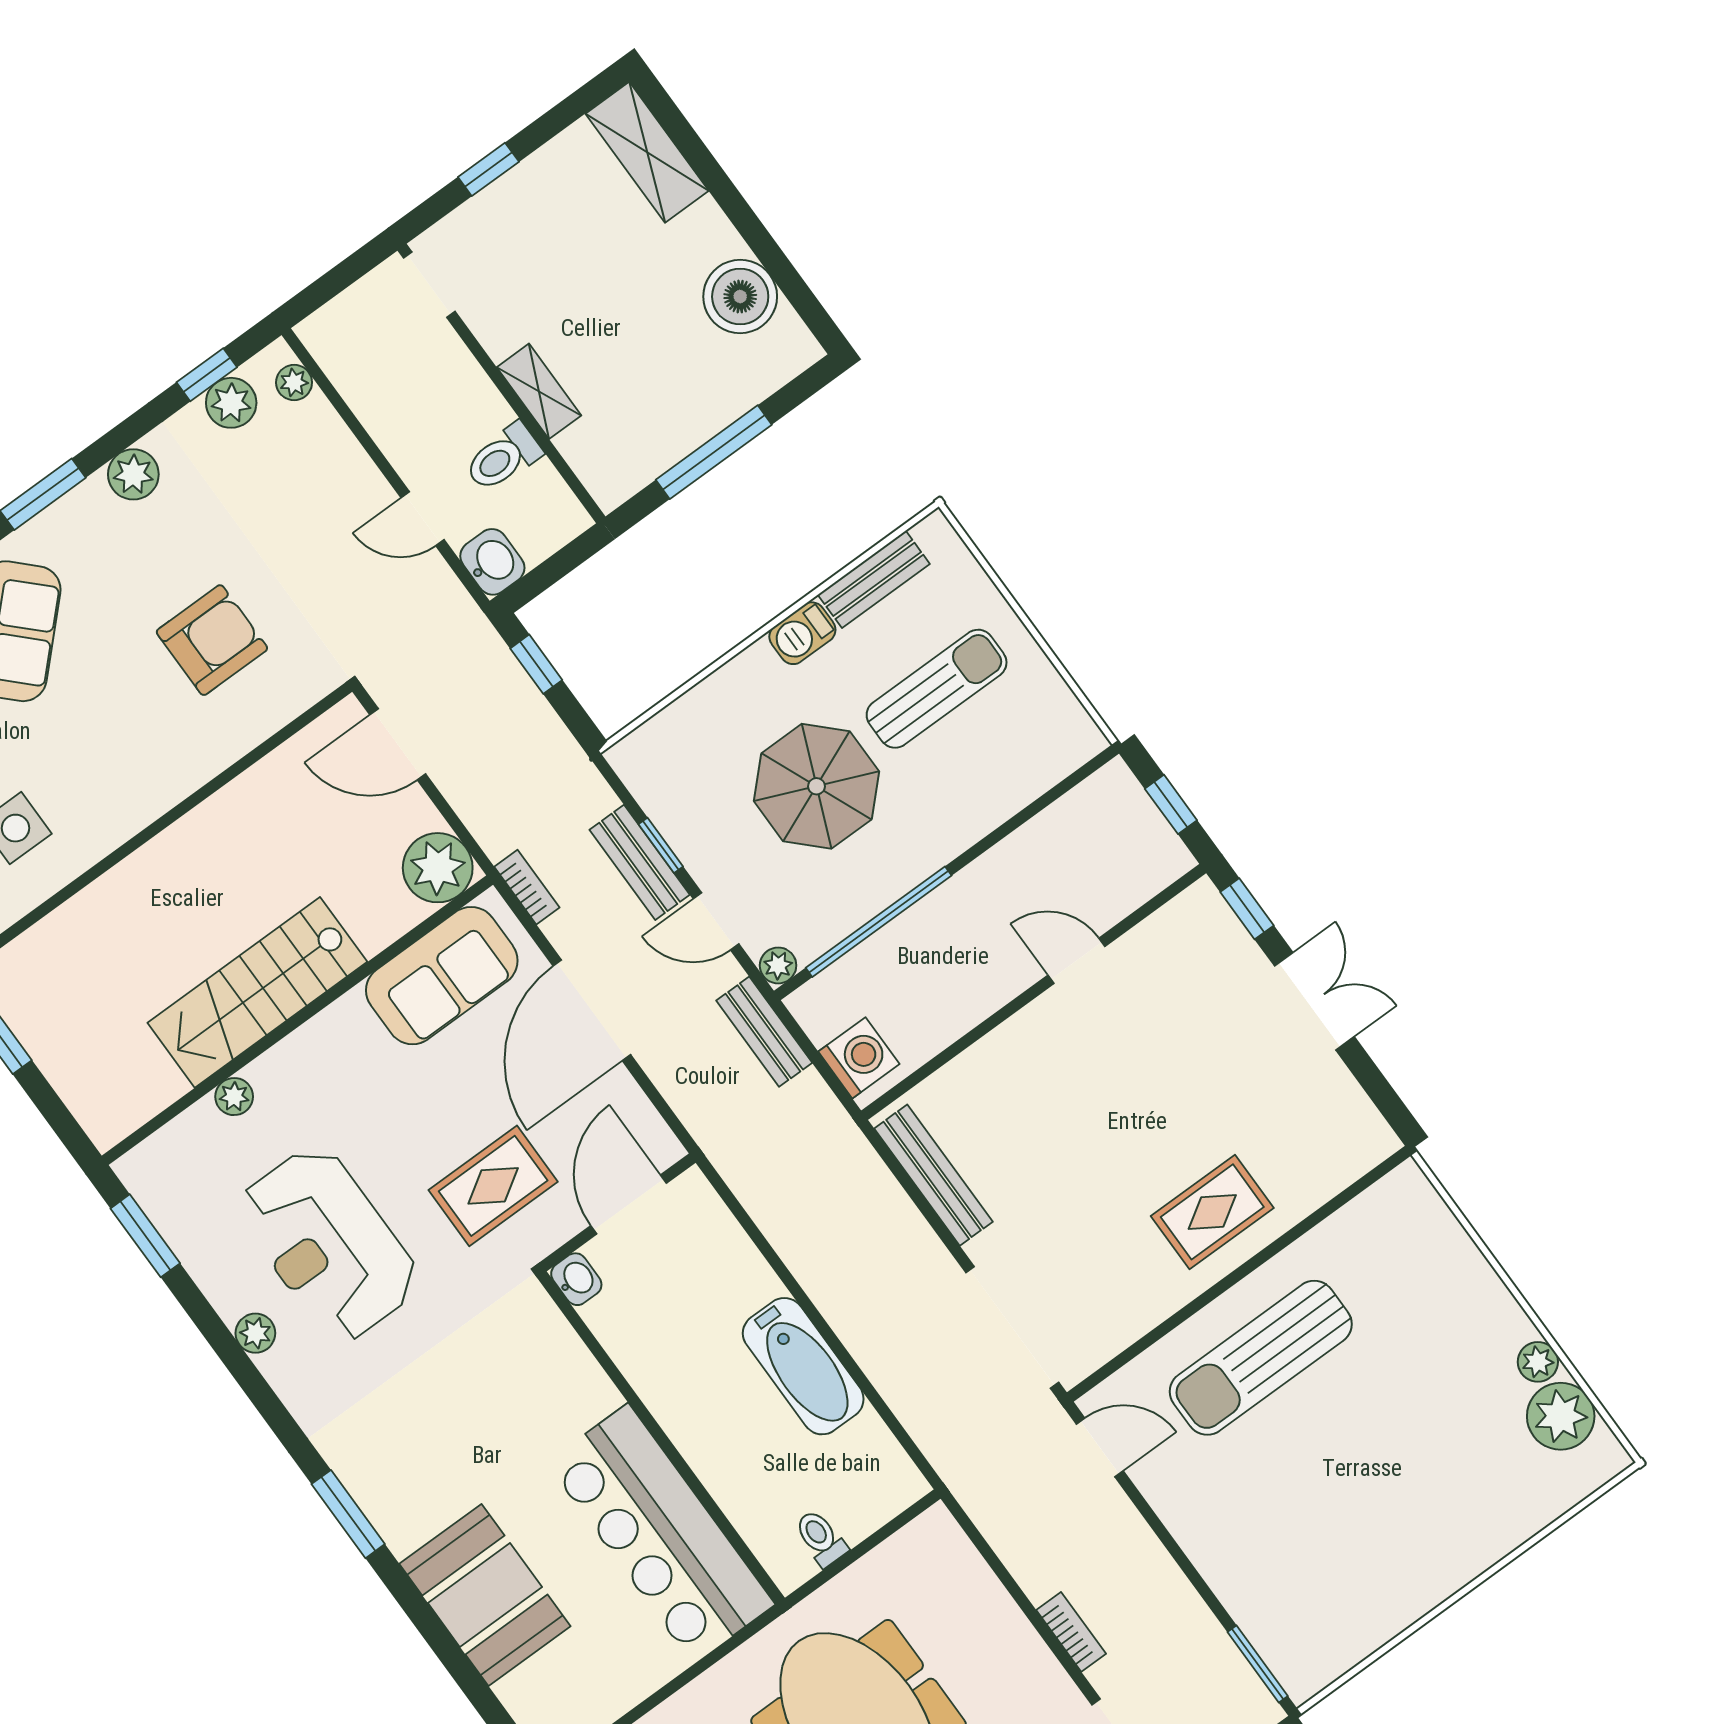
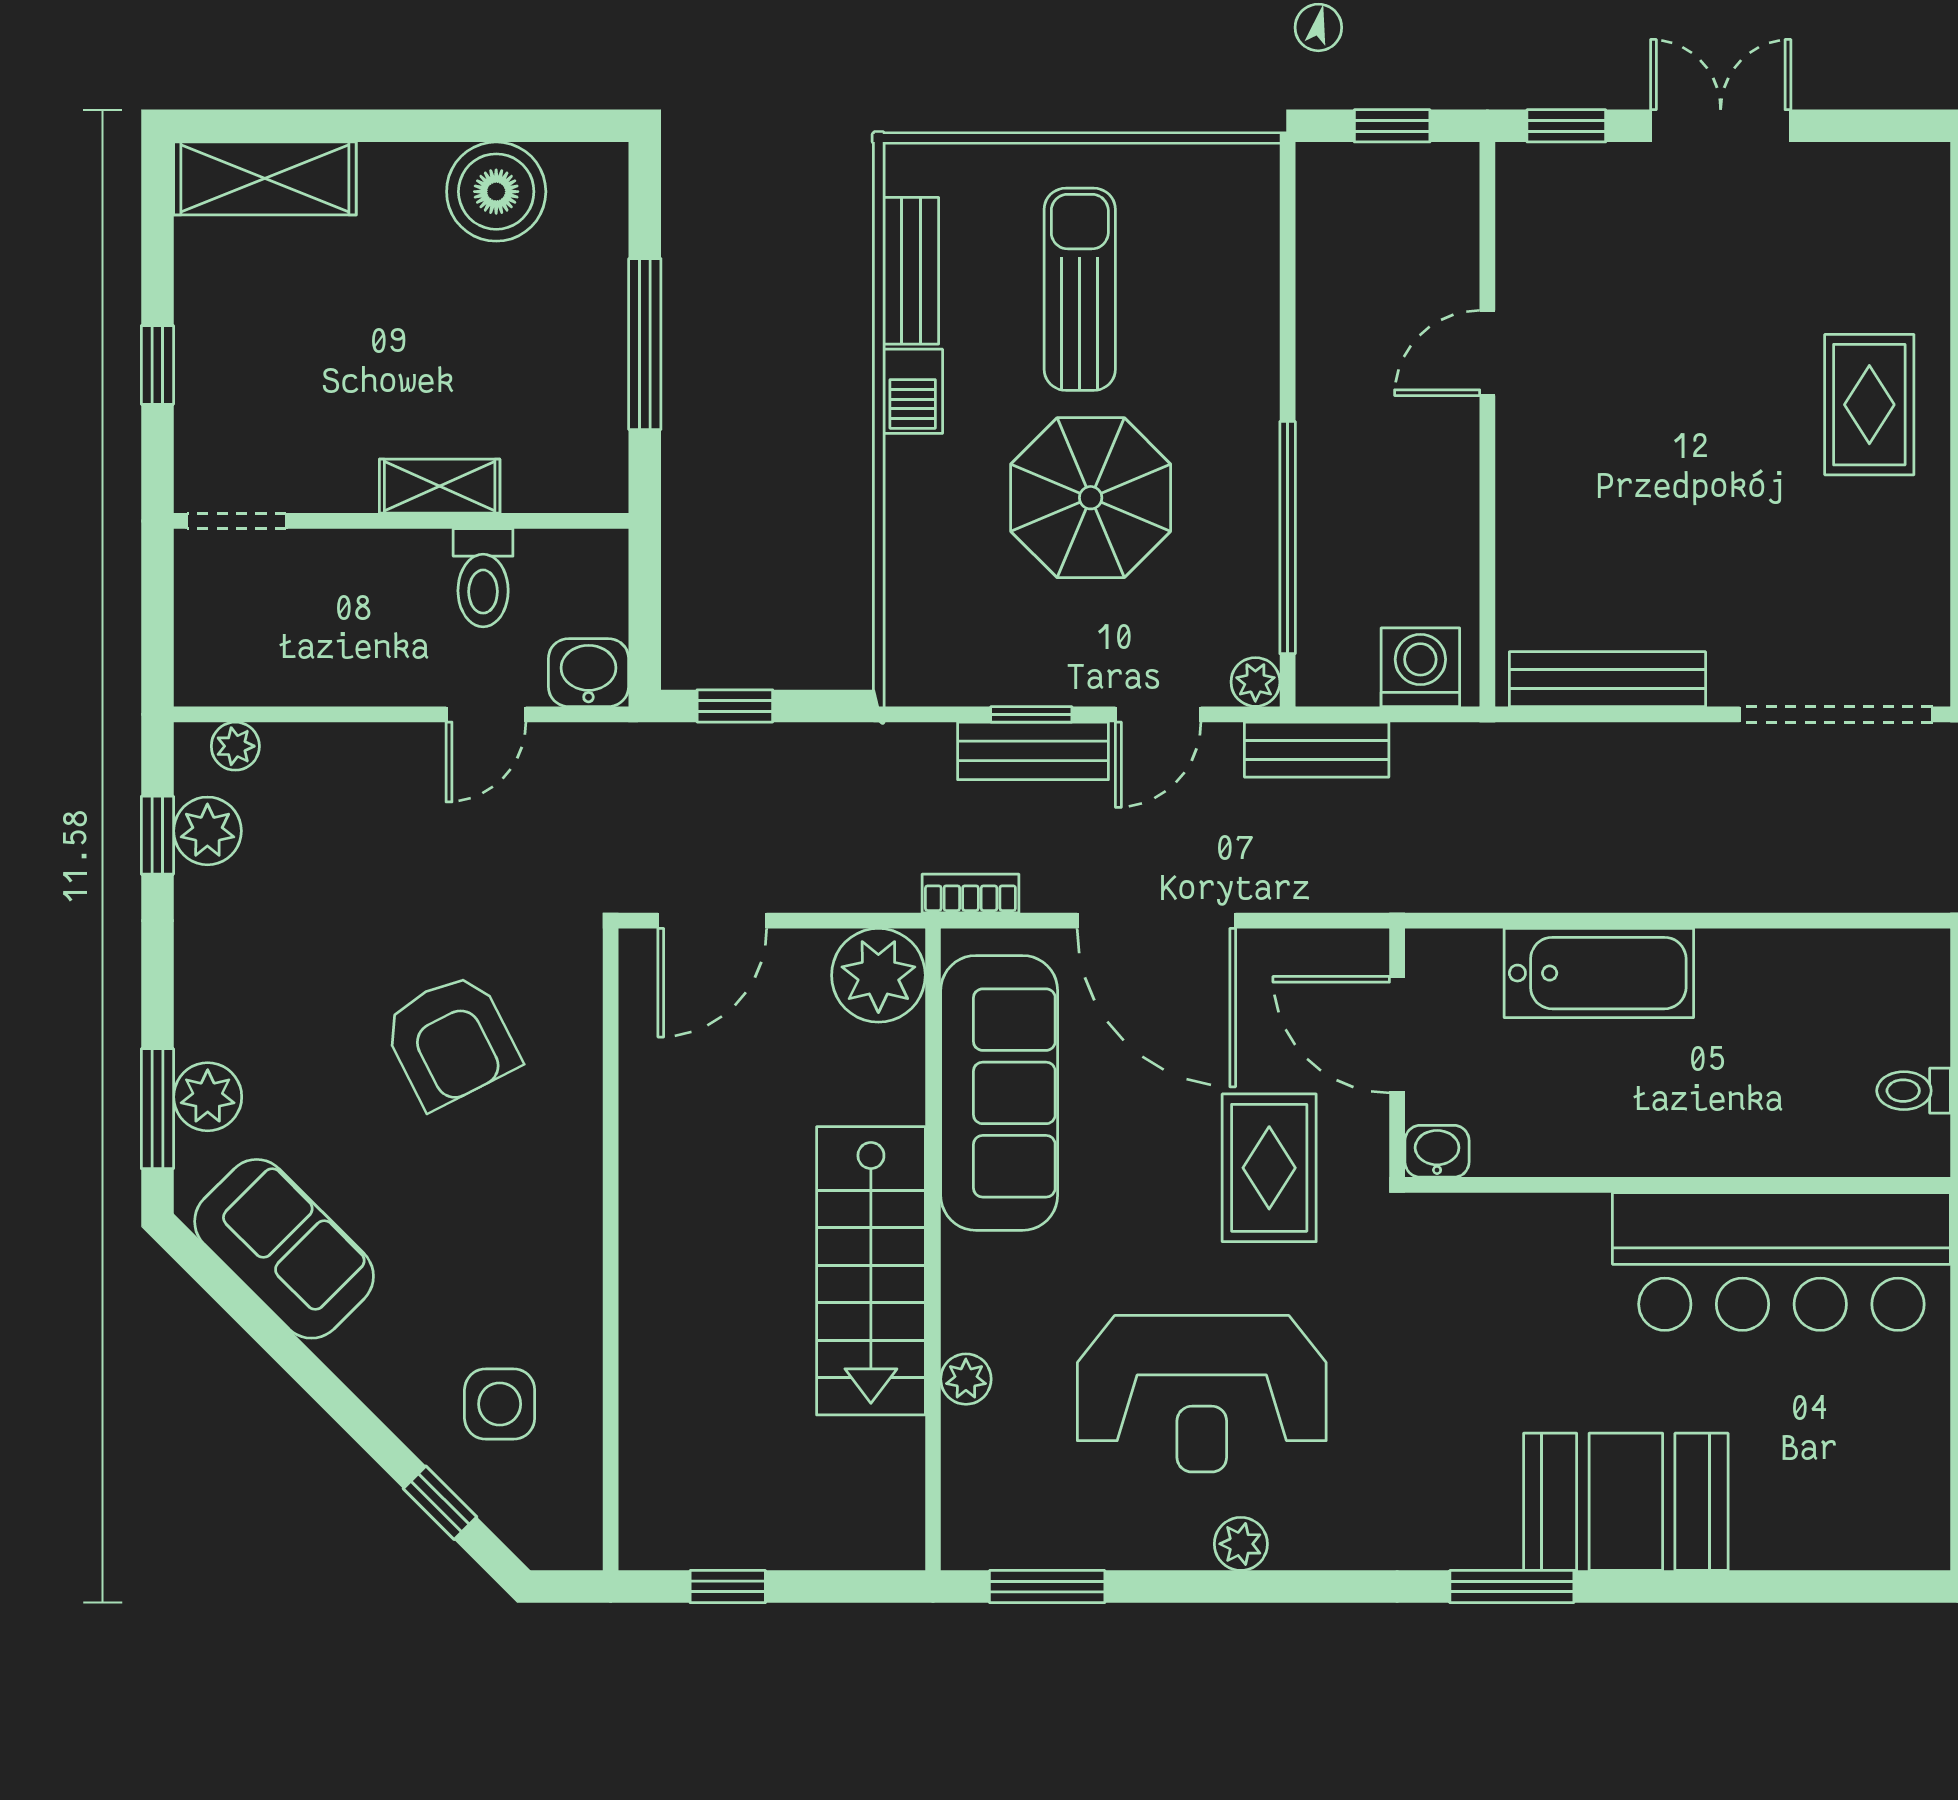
plant: (133, 474) -> (208, 1097), moved
armchair: (212, 640) -> (451, 1040), turned 153
sofa: (442, 976) -> (999, 1093), width x1.36
bathtub: (803, 1366) -> (1599, 973), moved
booth: (485, 1595) -> (1626, 1502), moved

